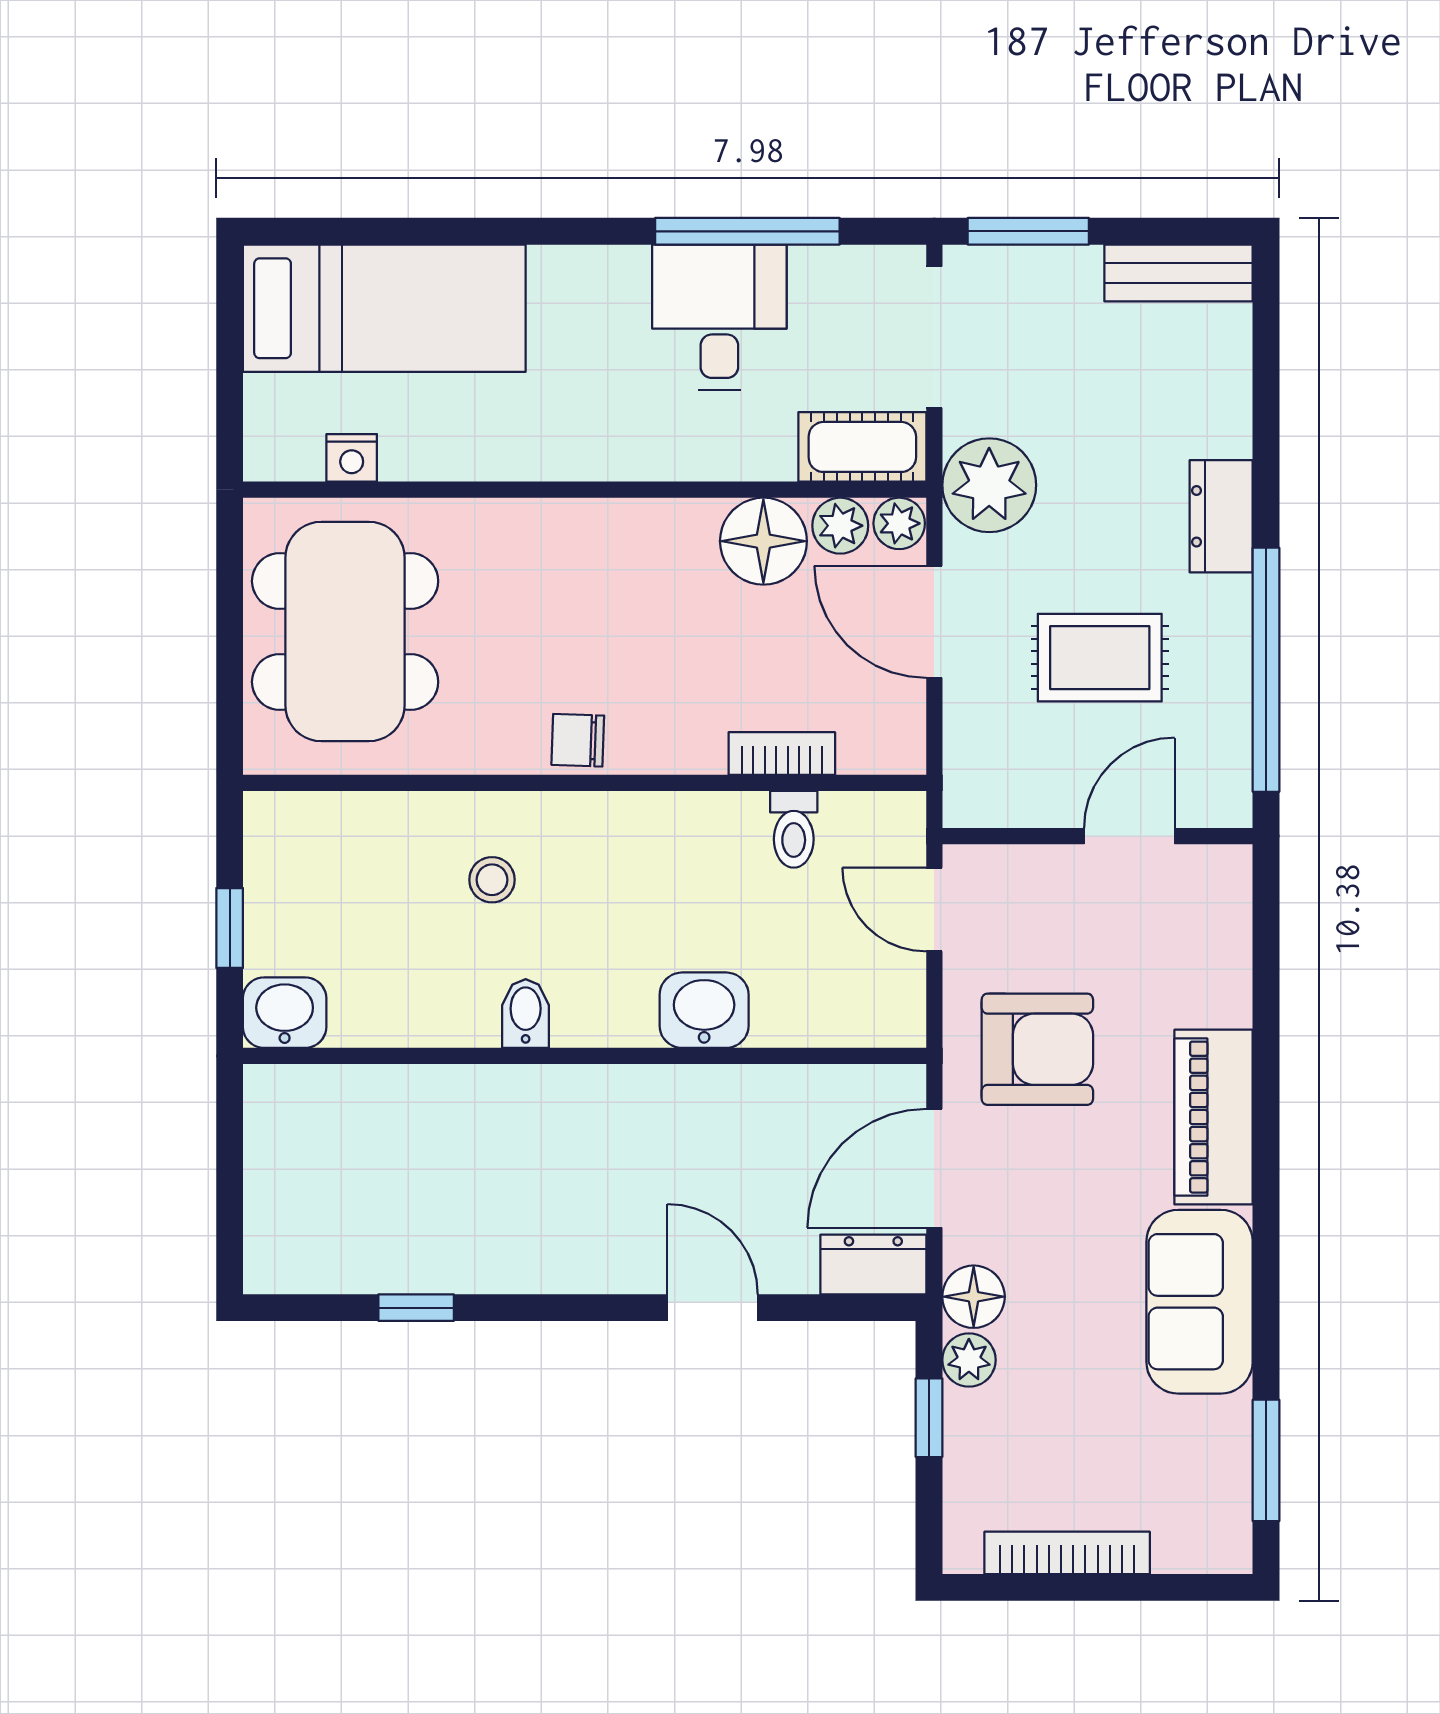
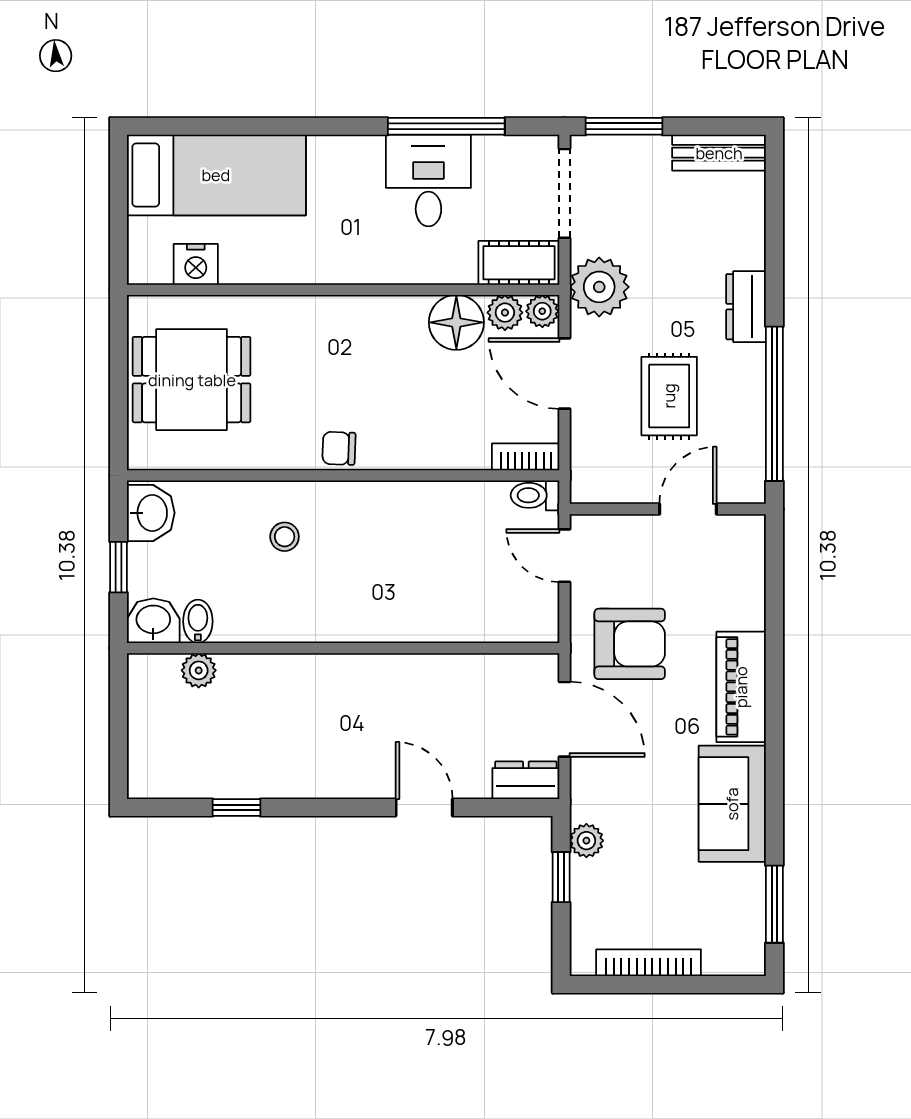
nightstand: (352, 458) -> (196, 264), width x1.39, depth x1.35
dining table: (345, 632) -> (192, 380), width x0.73
rug: (1100, 658) -> (669, 396), turned 90
bookcase: (782, 753) -> (526, 457), moved
toilet: (794, 829) -> (535, 495), moved, turned 90
washbasin: (704, 1010) -> (151, 513), moved, turned 90
bidet: (526, 1013) -> (198, 621), moved
plant: (356, 1091) -> (199, 670), added
door: (934, 1168) -> (564, 719), swing flipped
floor lamp: (974, 1297) -> (589, 801), removed

